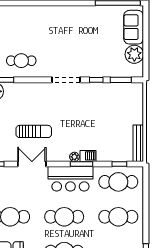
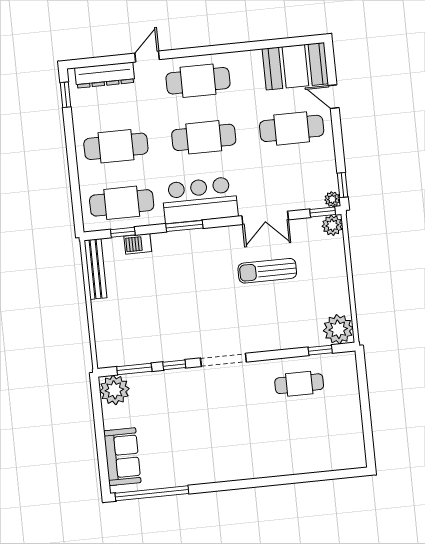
plant: (134, 54) -> (114, 390), moved
barbecue: (88, 156) -> (138, 244), moved
plant: (74, 157) -> (197, 236), removed

